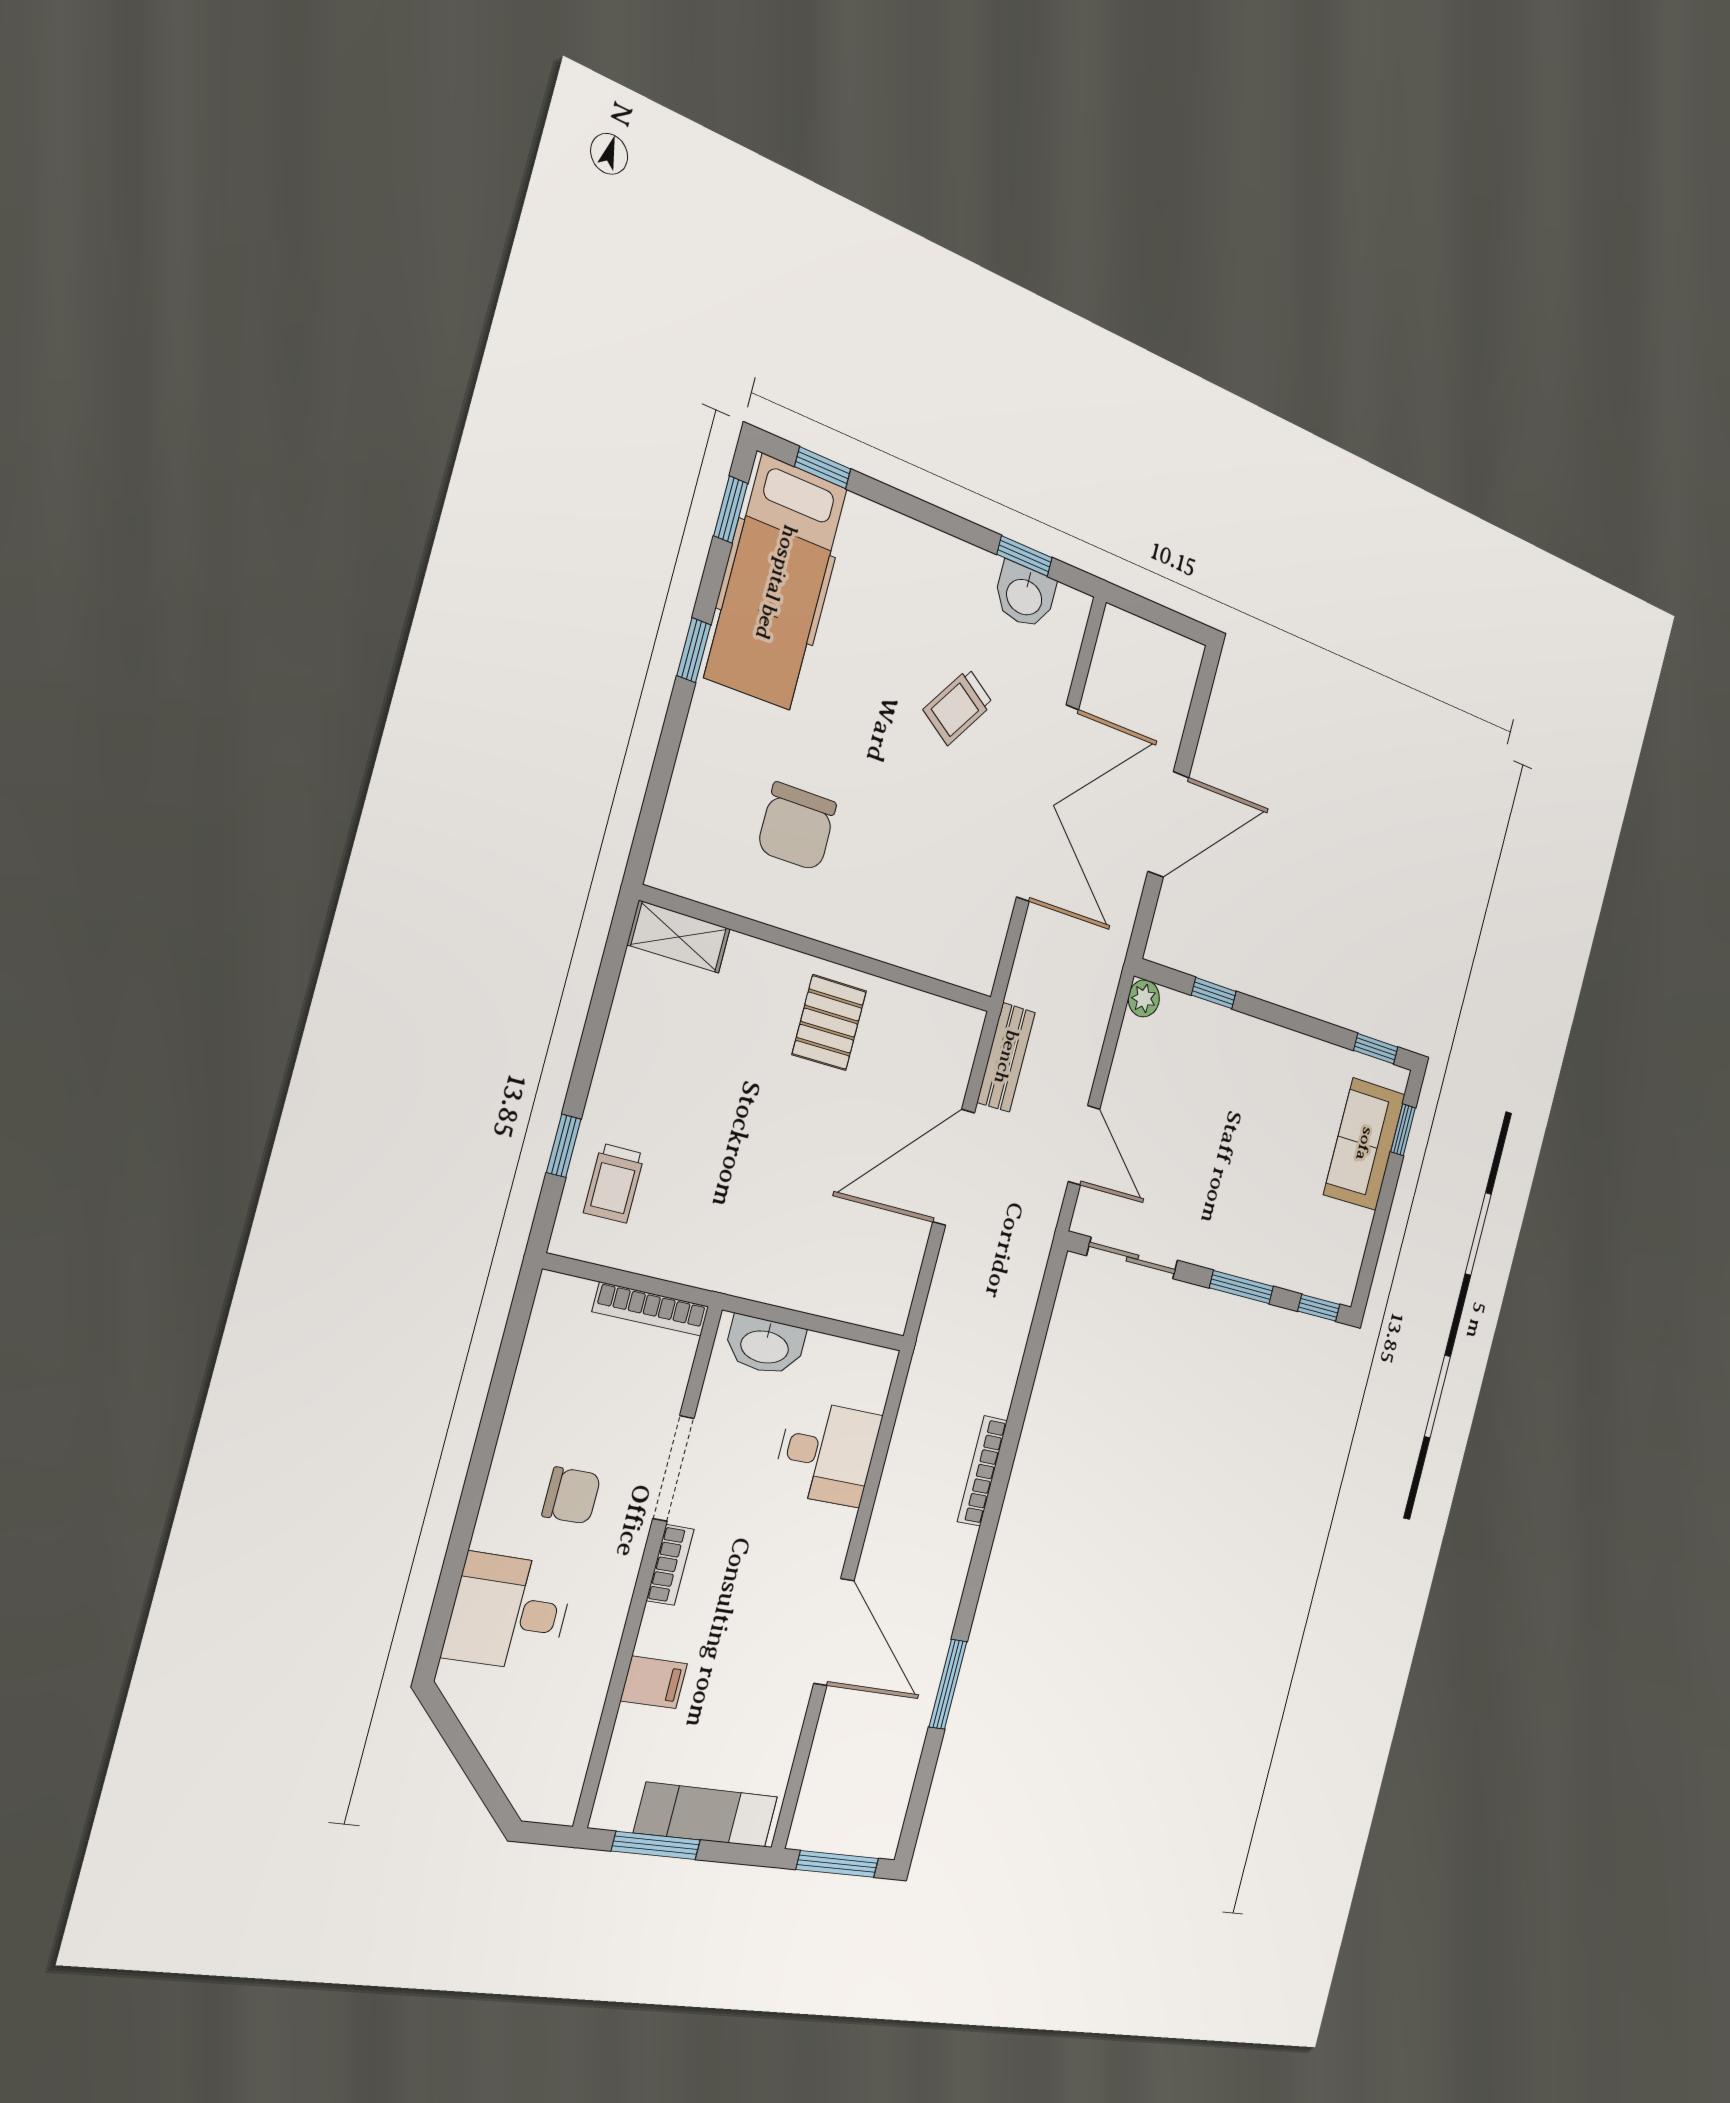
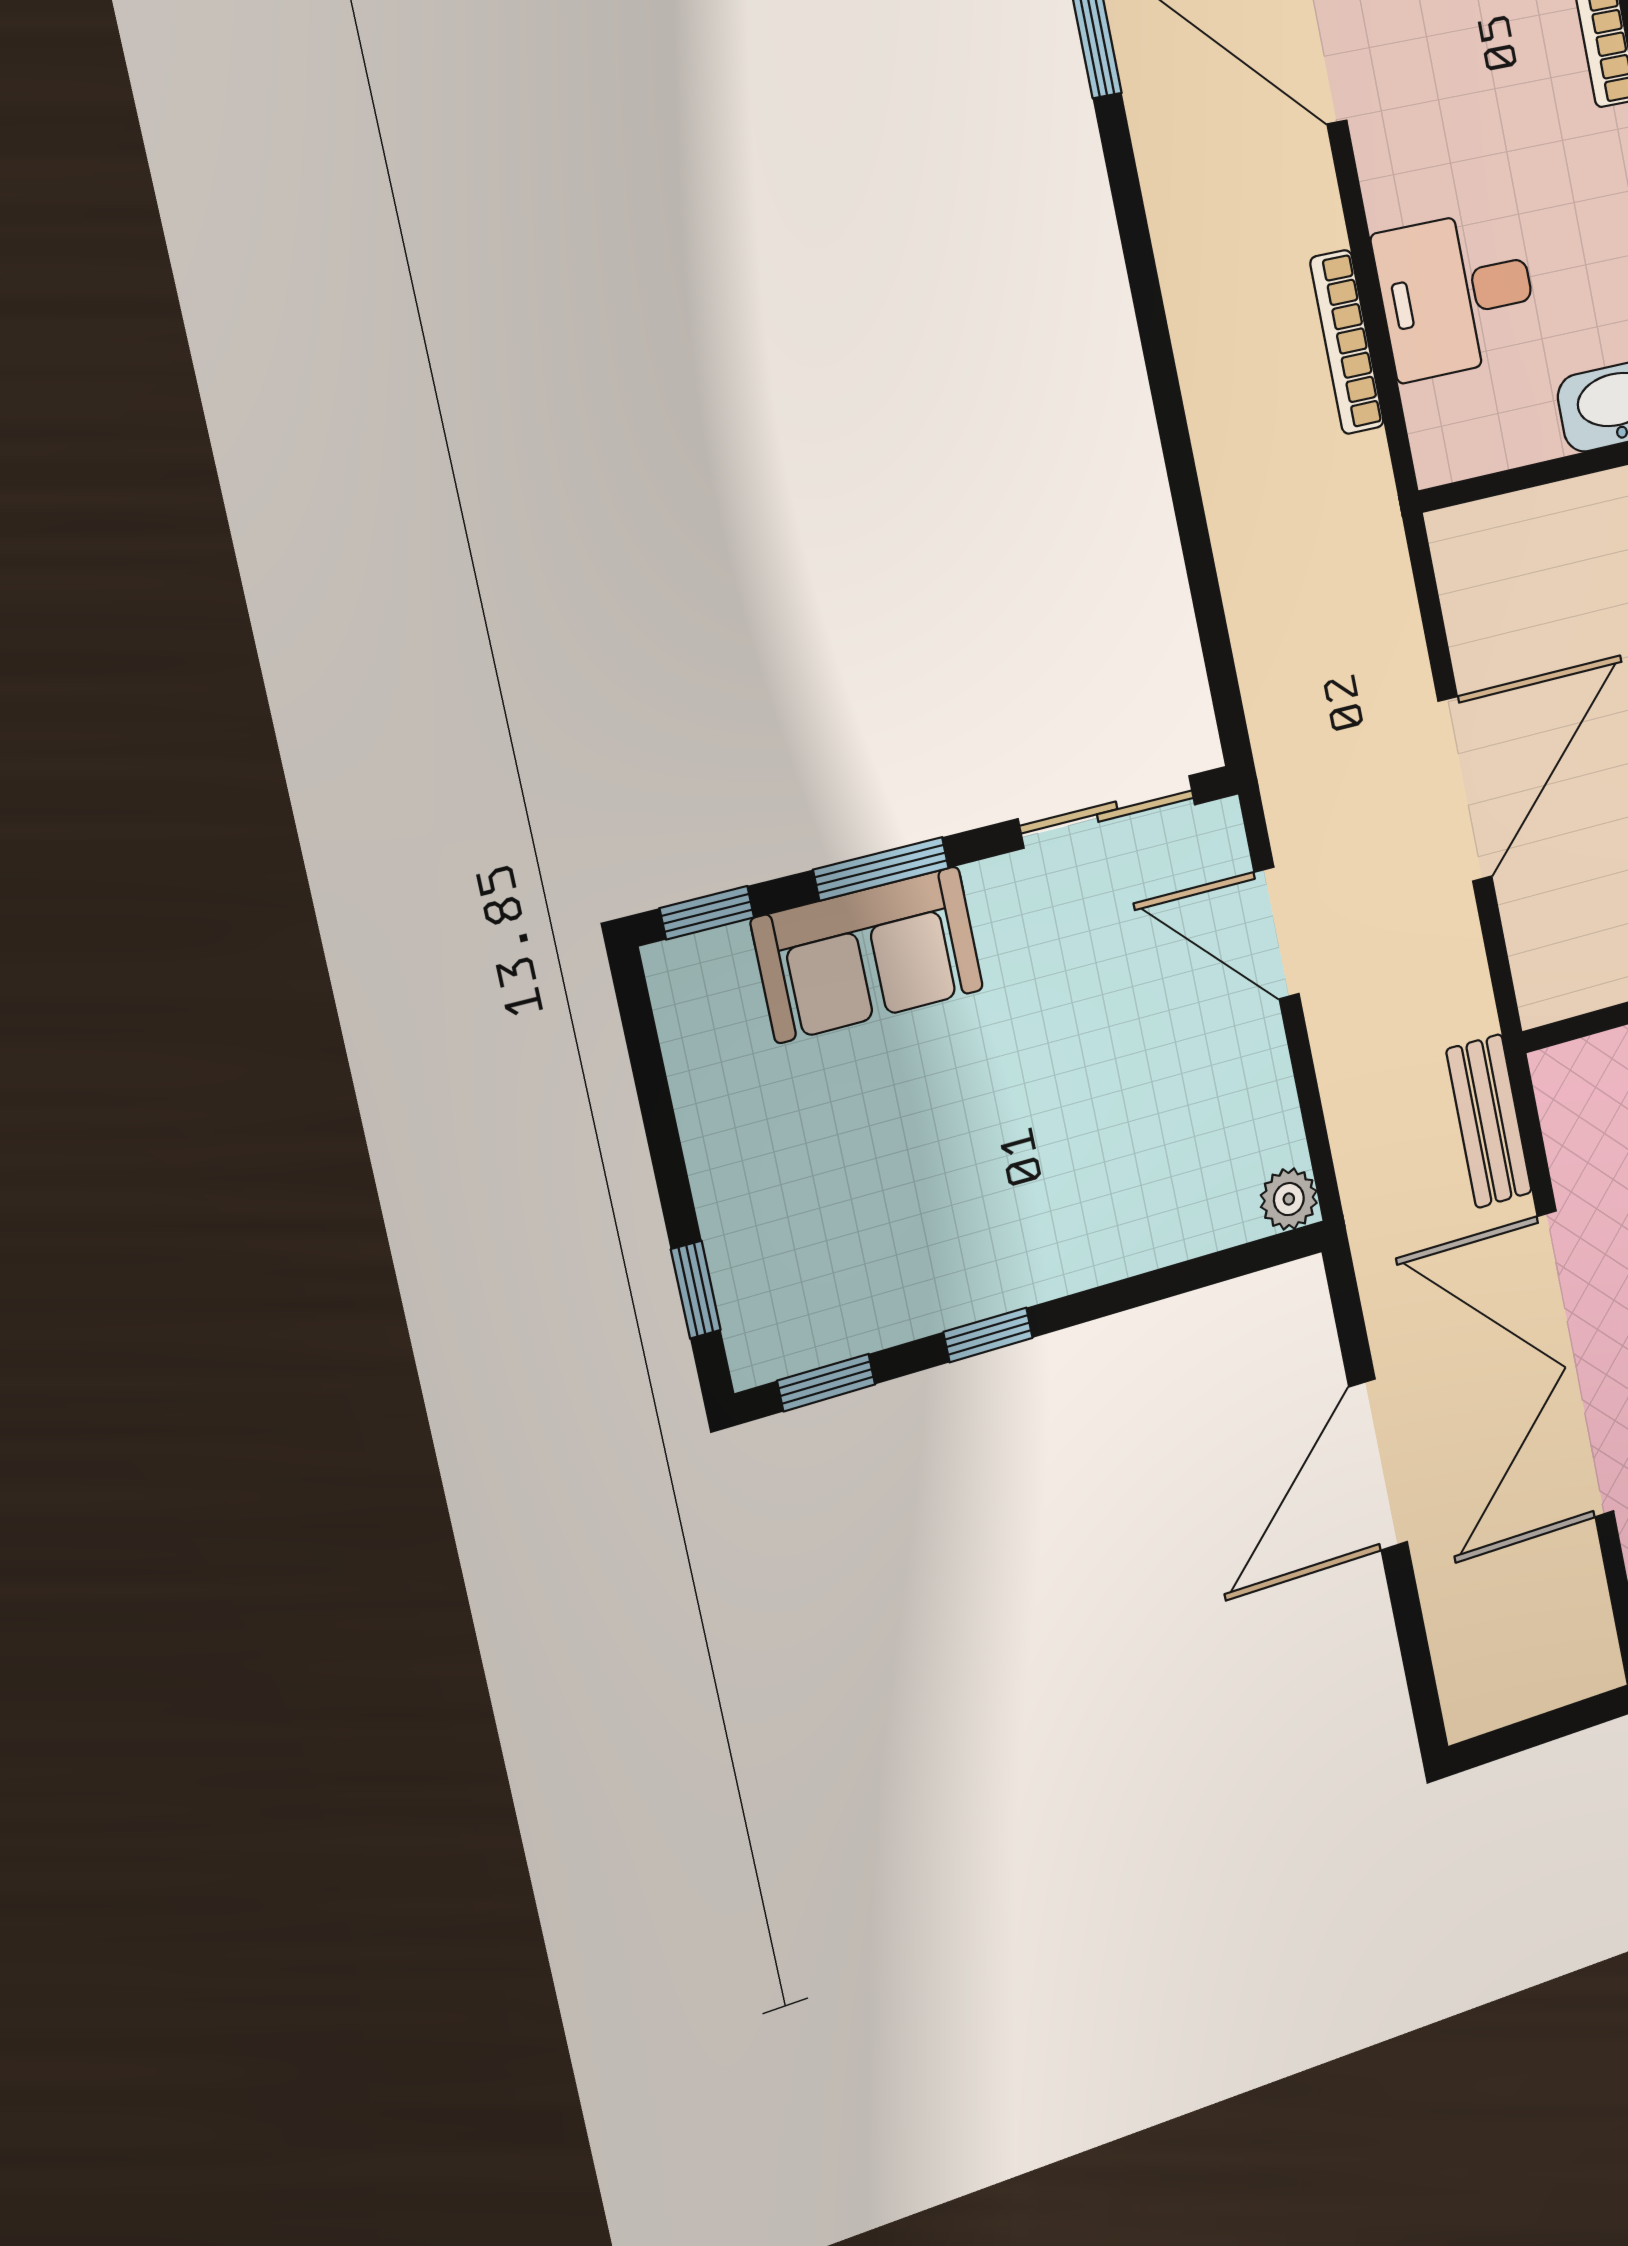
window: (1214, 993) -> (988, 1335), moved
bench: (1006, 1057) -> (1489, 1121), moved
sofa: (1364, 1144) -> (868, 954), moved, turned 90
bookcase: (982, 1471) -> (1347, 342), moved, turned 180

